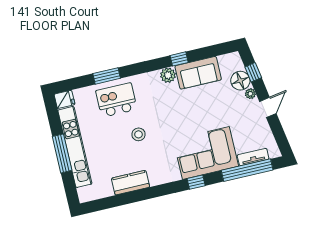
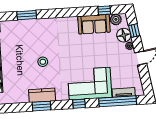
window: (179, 59) -> (104, 10), moved
plant: (168, 75) -> (116, 19), moved
kitchen island: (116, 100) -> (31, 34), removed
kitchen counter: (131, 183) -> (42, 95), moved
window: (147, 194) -> (42, 106), added

